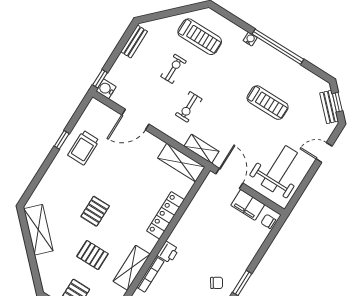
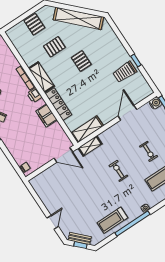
treadmill: (268, 103) -> (112, 220), moved
exercise bike: (189, 107) -> (118, 171), moved
trolley: (83, 148) -> (125, 72), turned -90
weight bench: (279, 169) -> (55, 189), removed
filing cabinet: (248, 205) -> (47, 115), moved, turned -90
shelving: (38, 230) -> (78, 18), width x1.47
shelving: (132, 268) -> (41, 77), moved

